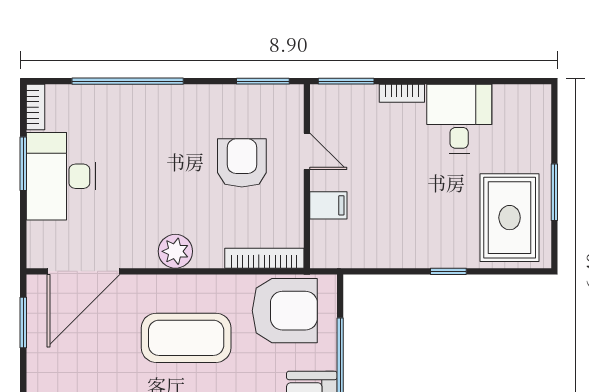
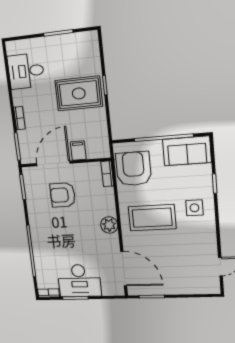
desk: (459, 119) -> (26, 71), moved
door: (307, 151) -> (53, 163), width x1.87
rug: (510, 218) -> (79, 93), moved
bookcase: (264, 258) -> (107, 174), width x0.64
coffee table: (186, 338) -> (152, 218), turned 90

